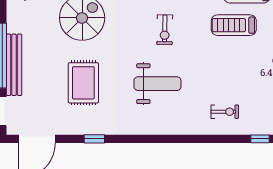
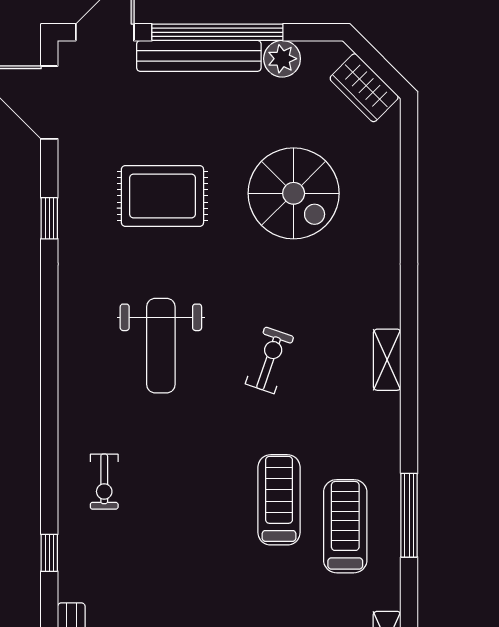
plant: (15, 24) -> (282, 59), added
exercise bike: (165, 30) -> (270, 360), turned 108

